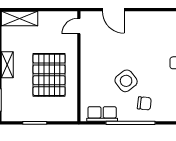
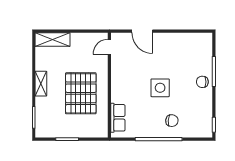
side table: (126, 81) -> (160, 88), moved, turned 38
row of seats: (102, 114) -> (118, 118), moved, turned 90

